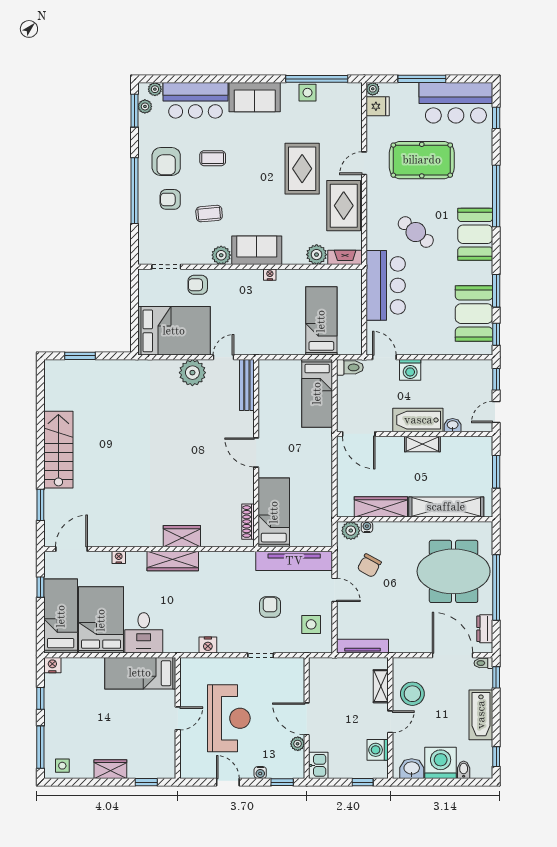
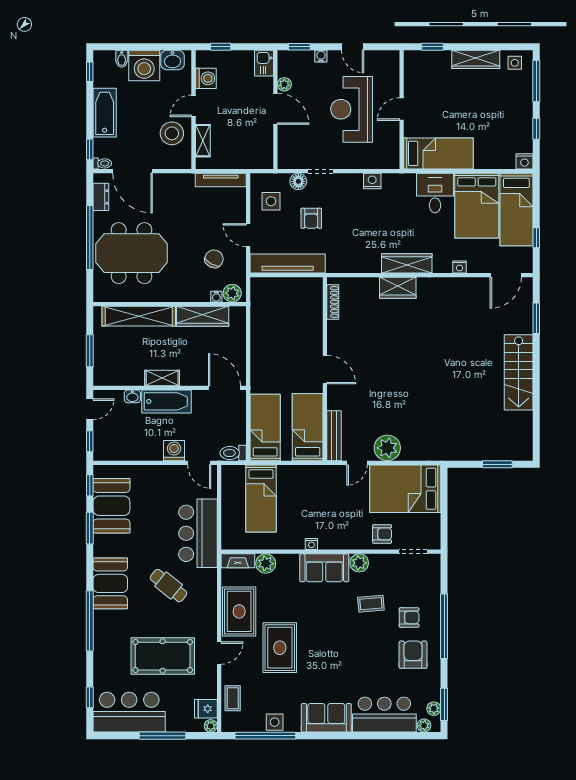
coffee table: (213, 158) -> (233, 698), moved, turned 90
bed: (274, 512) -> (308, 427), moved, turned 180
floor lamp: (283, 645) -> (298, 181), added
wardrobe: (110, 769) -> (476, 59), width x1.50

